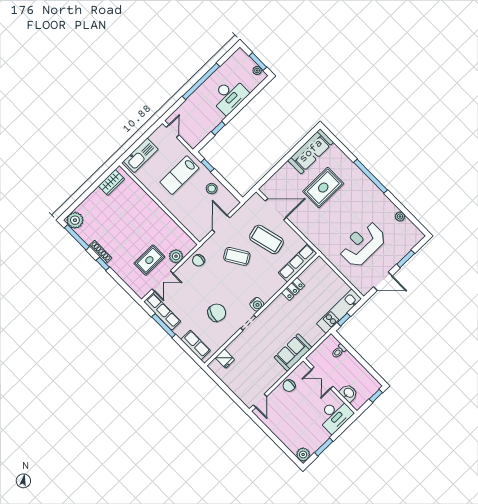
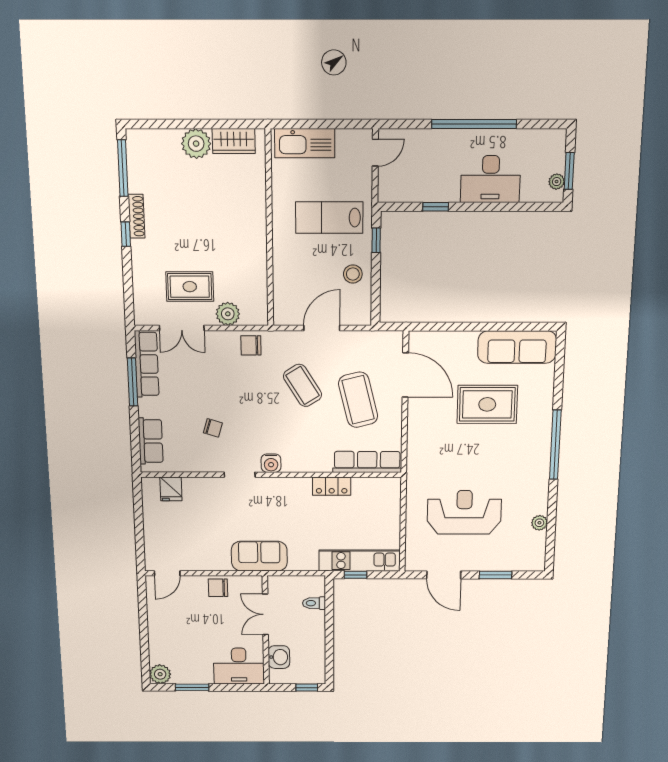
plant: (75, 220) -> (196, 144), moved
chair: (217, 313) -> (213, 428), width x0.54, depth x0.54

